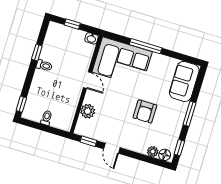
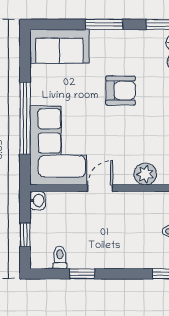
window: (146, 46) -> (25, 118), width x1.46
toilet: (44, 65) -> (60, 258), moved

